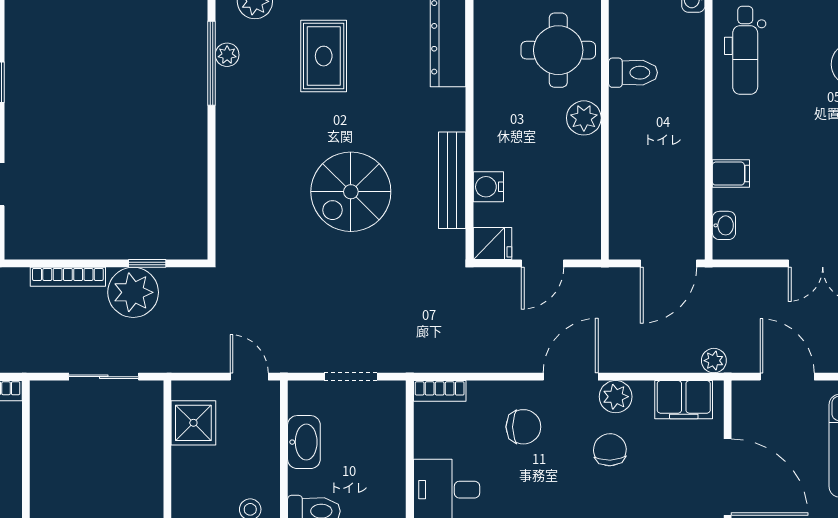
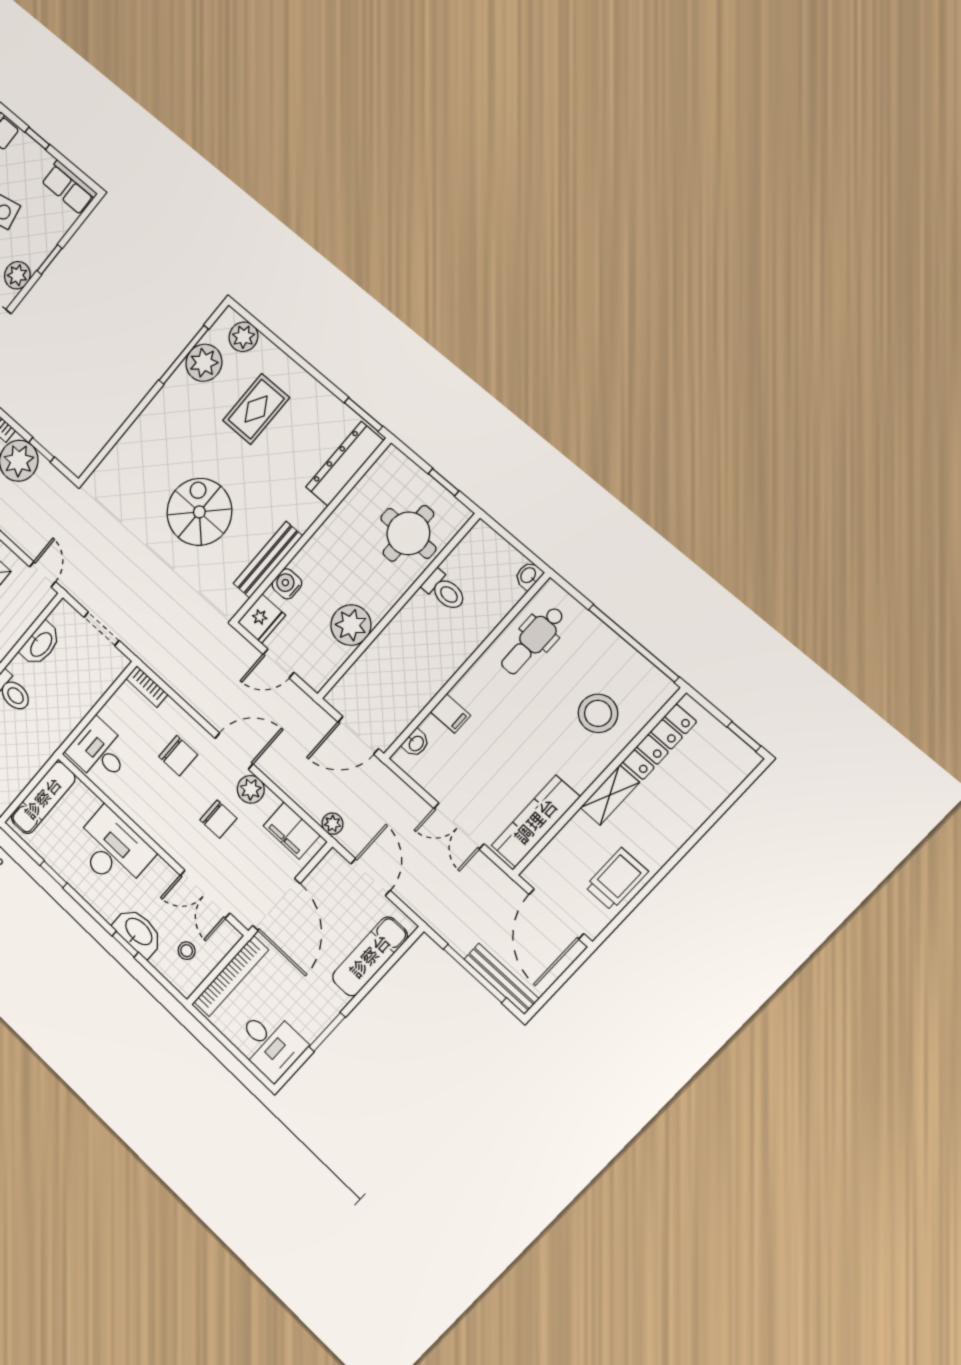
plant: (227, 55) -> (204, 363), width x1.88, depth x1.88
plant: (584, 118) -> (351, 625), moved, width x1.36, depth x1.36
spiral stairs: (351, 192) -> (199, 512), turned 90
fridge: (492, 244) -> (262, 619), width x1.38
chair: (610, 450) -> (218, 819), turned 92

